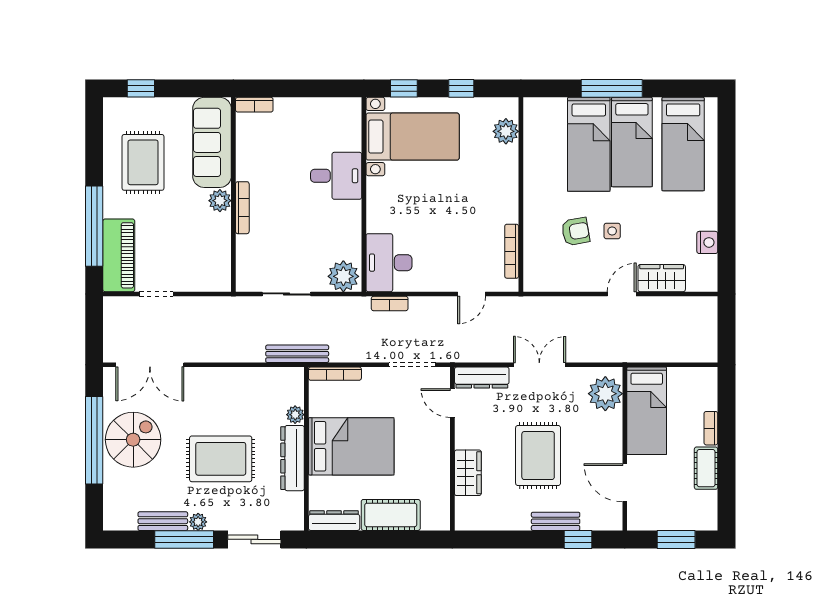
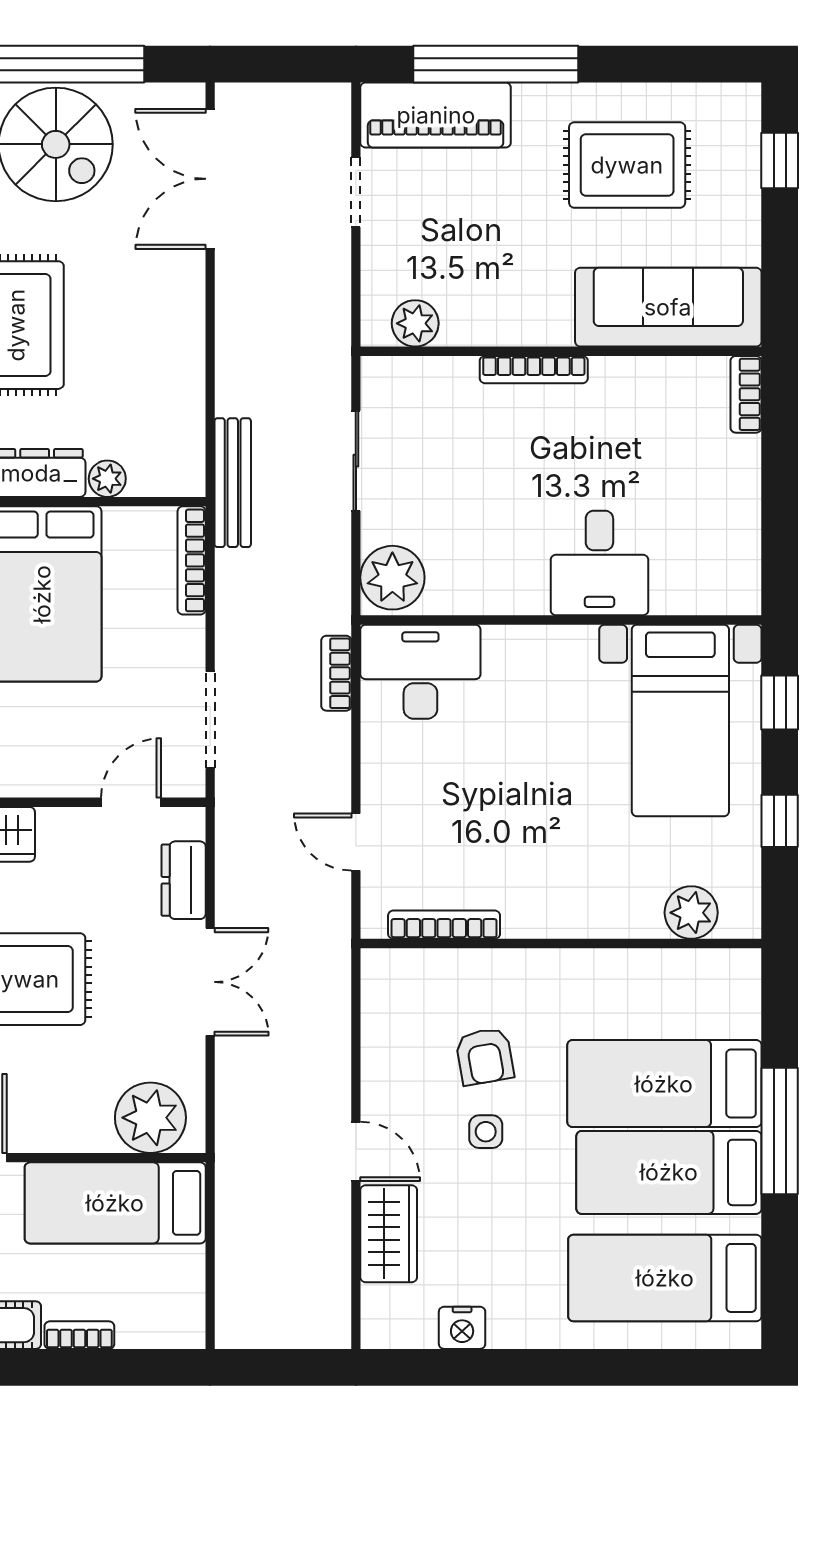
plant: (220, 201) -> (415, 323), moved
dresser: (482, 378) -> (184, 880), width x0.70

